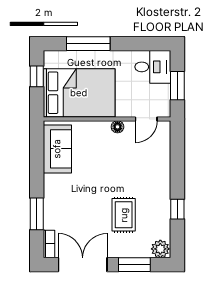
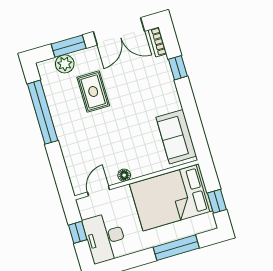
desk: (153, 67) -> (105, 237), width x1.37
window: (177, 86) -> (78, 232), width x0.67
window: (177, 209) -> (43, 112), width x3.17
window: (37, 214) -> (178, 68), width x0.67
plant: (160, 249) -> (65, 64), moved

